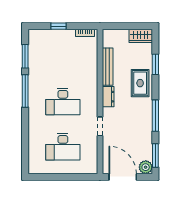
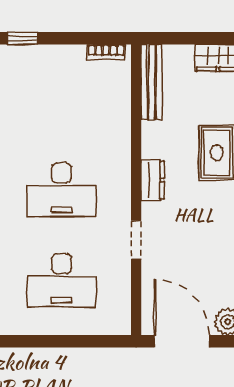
window: (58, 26) -> (22, 38), moved
bench: (108, 67) -> (152, 82), moved

